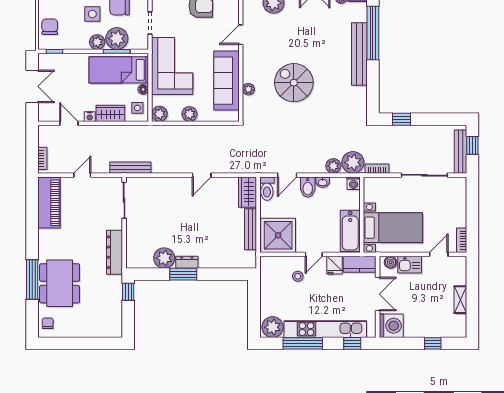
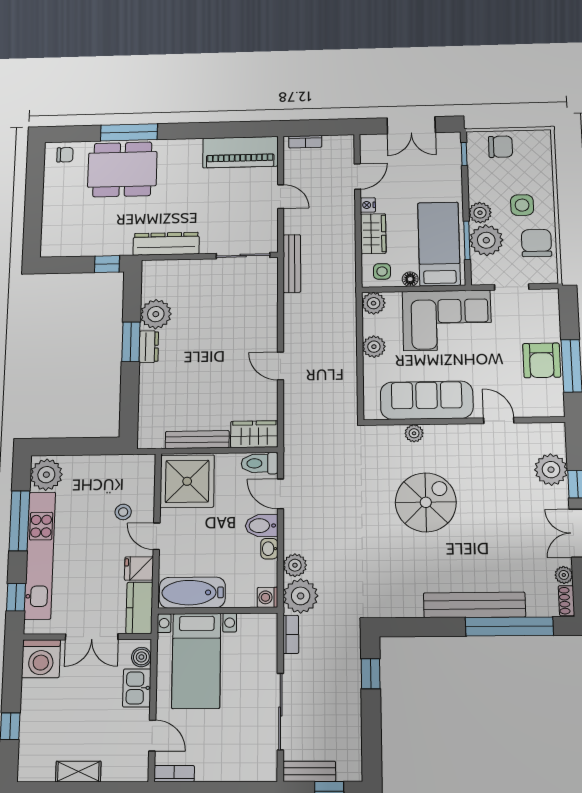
bench: (460, 152) -> (309, 771), width x0.73

